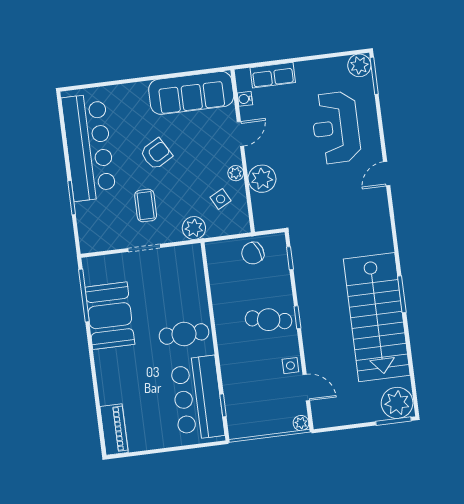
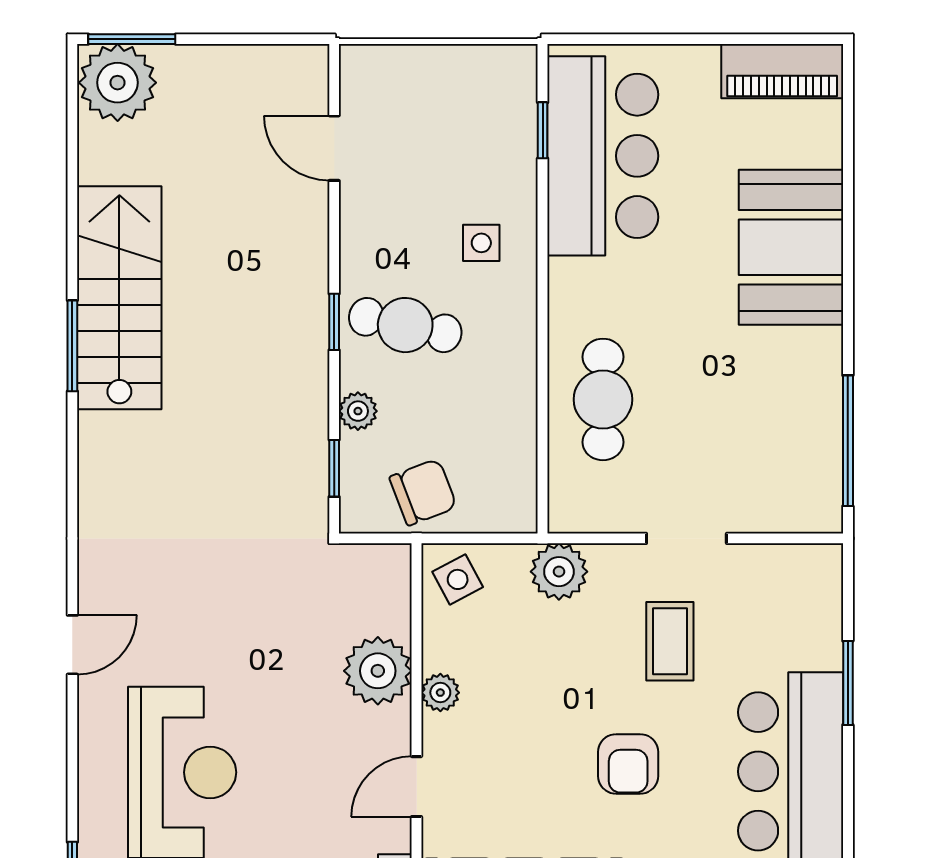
armchair: (156, 154) -> (628, 764), turned -60
side table: (221, 199) -> (458, 579), moved
booth: (110, 316) -> (791, 247), moved
stairs: (377, 317) -> (119, 298), width x0.73, depth x0.66
cafe table: (184, 334) -> (603, 399), moved, turned 90
side table: (290, 366) -> (481, 243), moved
plant: (301, 423) -> (358, 411), moved
piano: (114, 429) -> (782, 71), moved, turned -90

